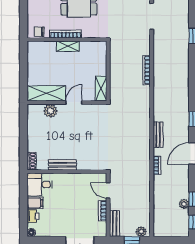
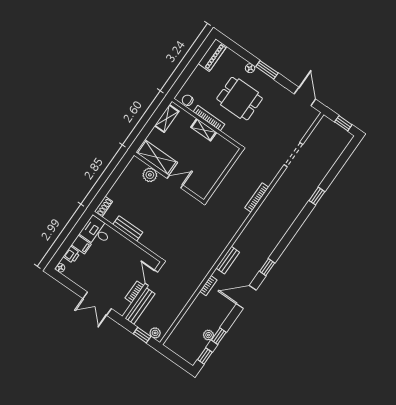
shelving: (101, 89) -> (167, 119), moved
bench: (115, 224) -> (140, 306), width x1.36

